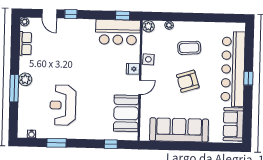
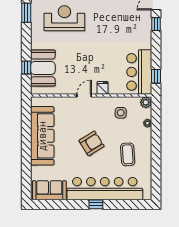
coffee table: (189, 48) -> (128, 154), moved
side table: (148, 59) -> (121, 113), moved
armchair: (188, 81) -> (92, 143), turned 75
door: (140, 87) -> (84, 95), swing flipped
booth: (126, 113) -> (43, 68), moved, turned 90

